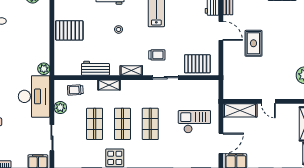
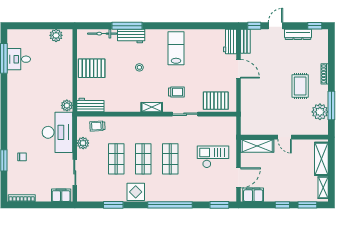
rug: (253, 43) -> (300, 86), moved
workbench: (95, 68) -> (90, 105), moved
shelving: (109, 85) -> (130, 121), removed

